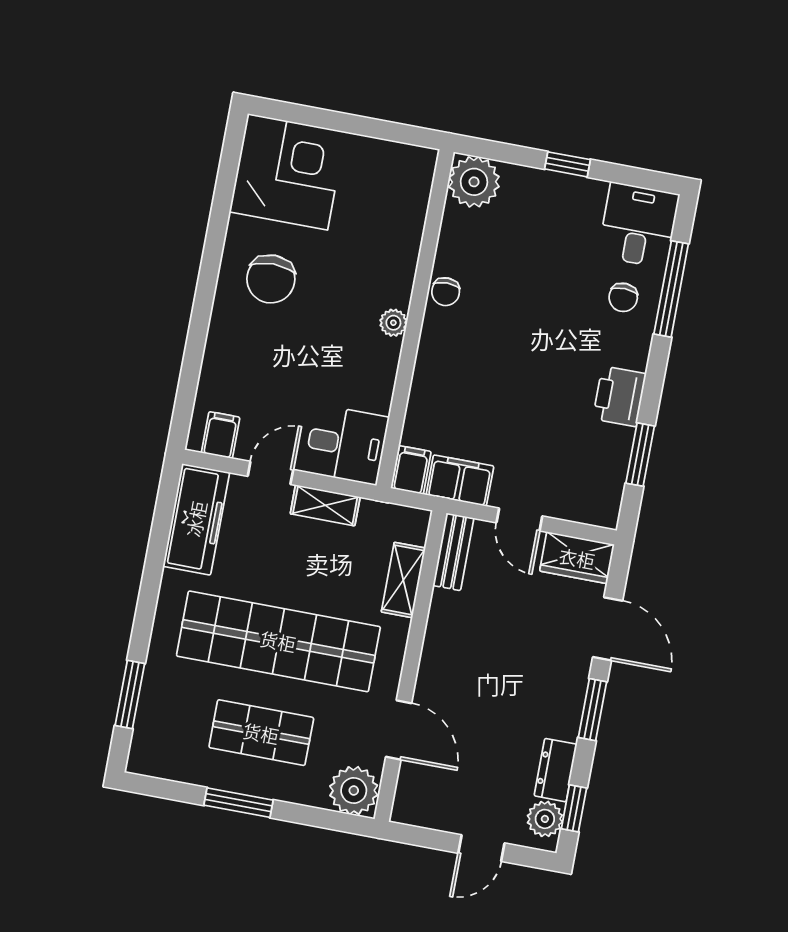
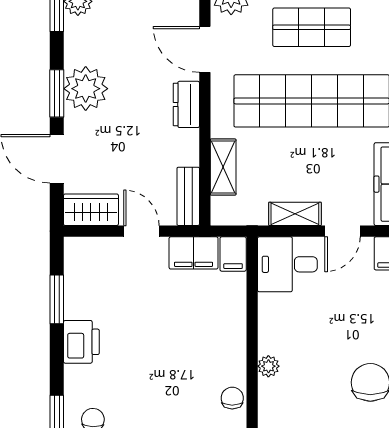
plant: (555, 709) -> (86, 89), added
dresser: (556, 770) -> (186, 104), moved, turned 180

